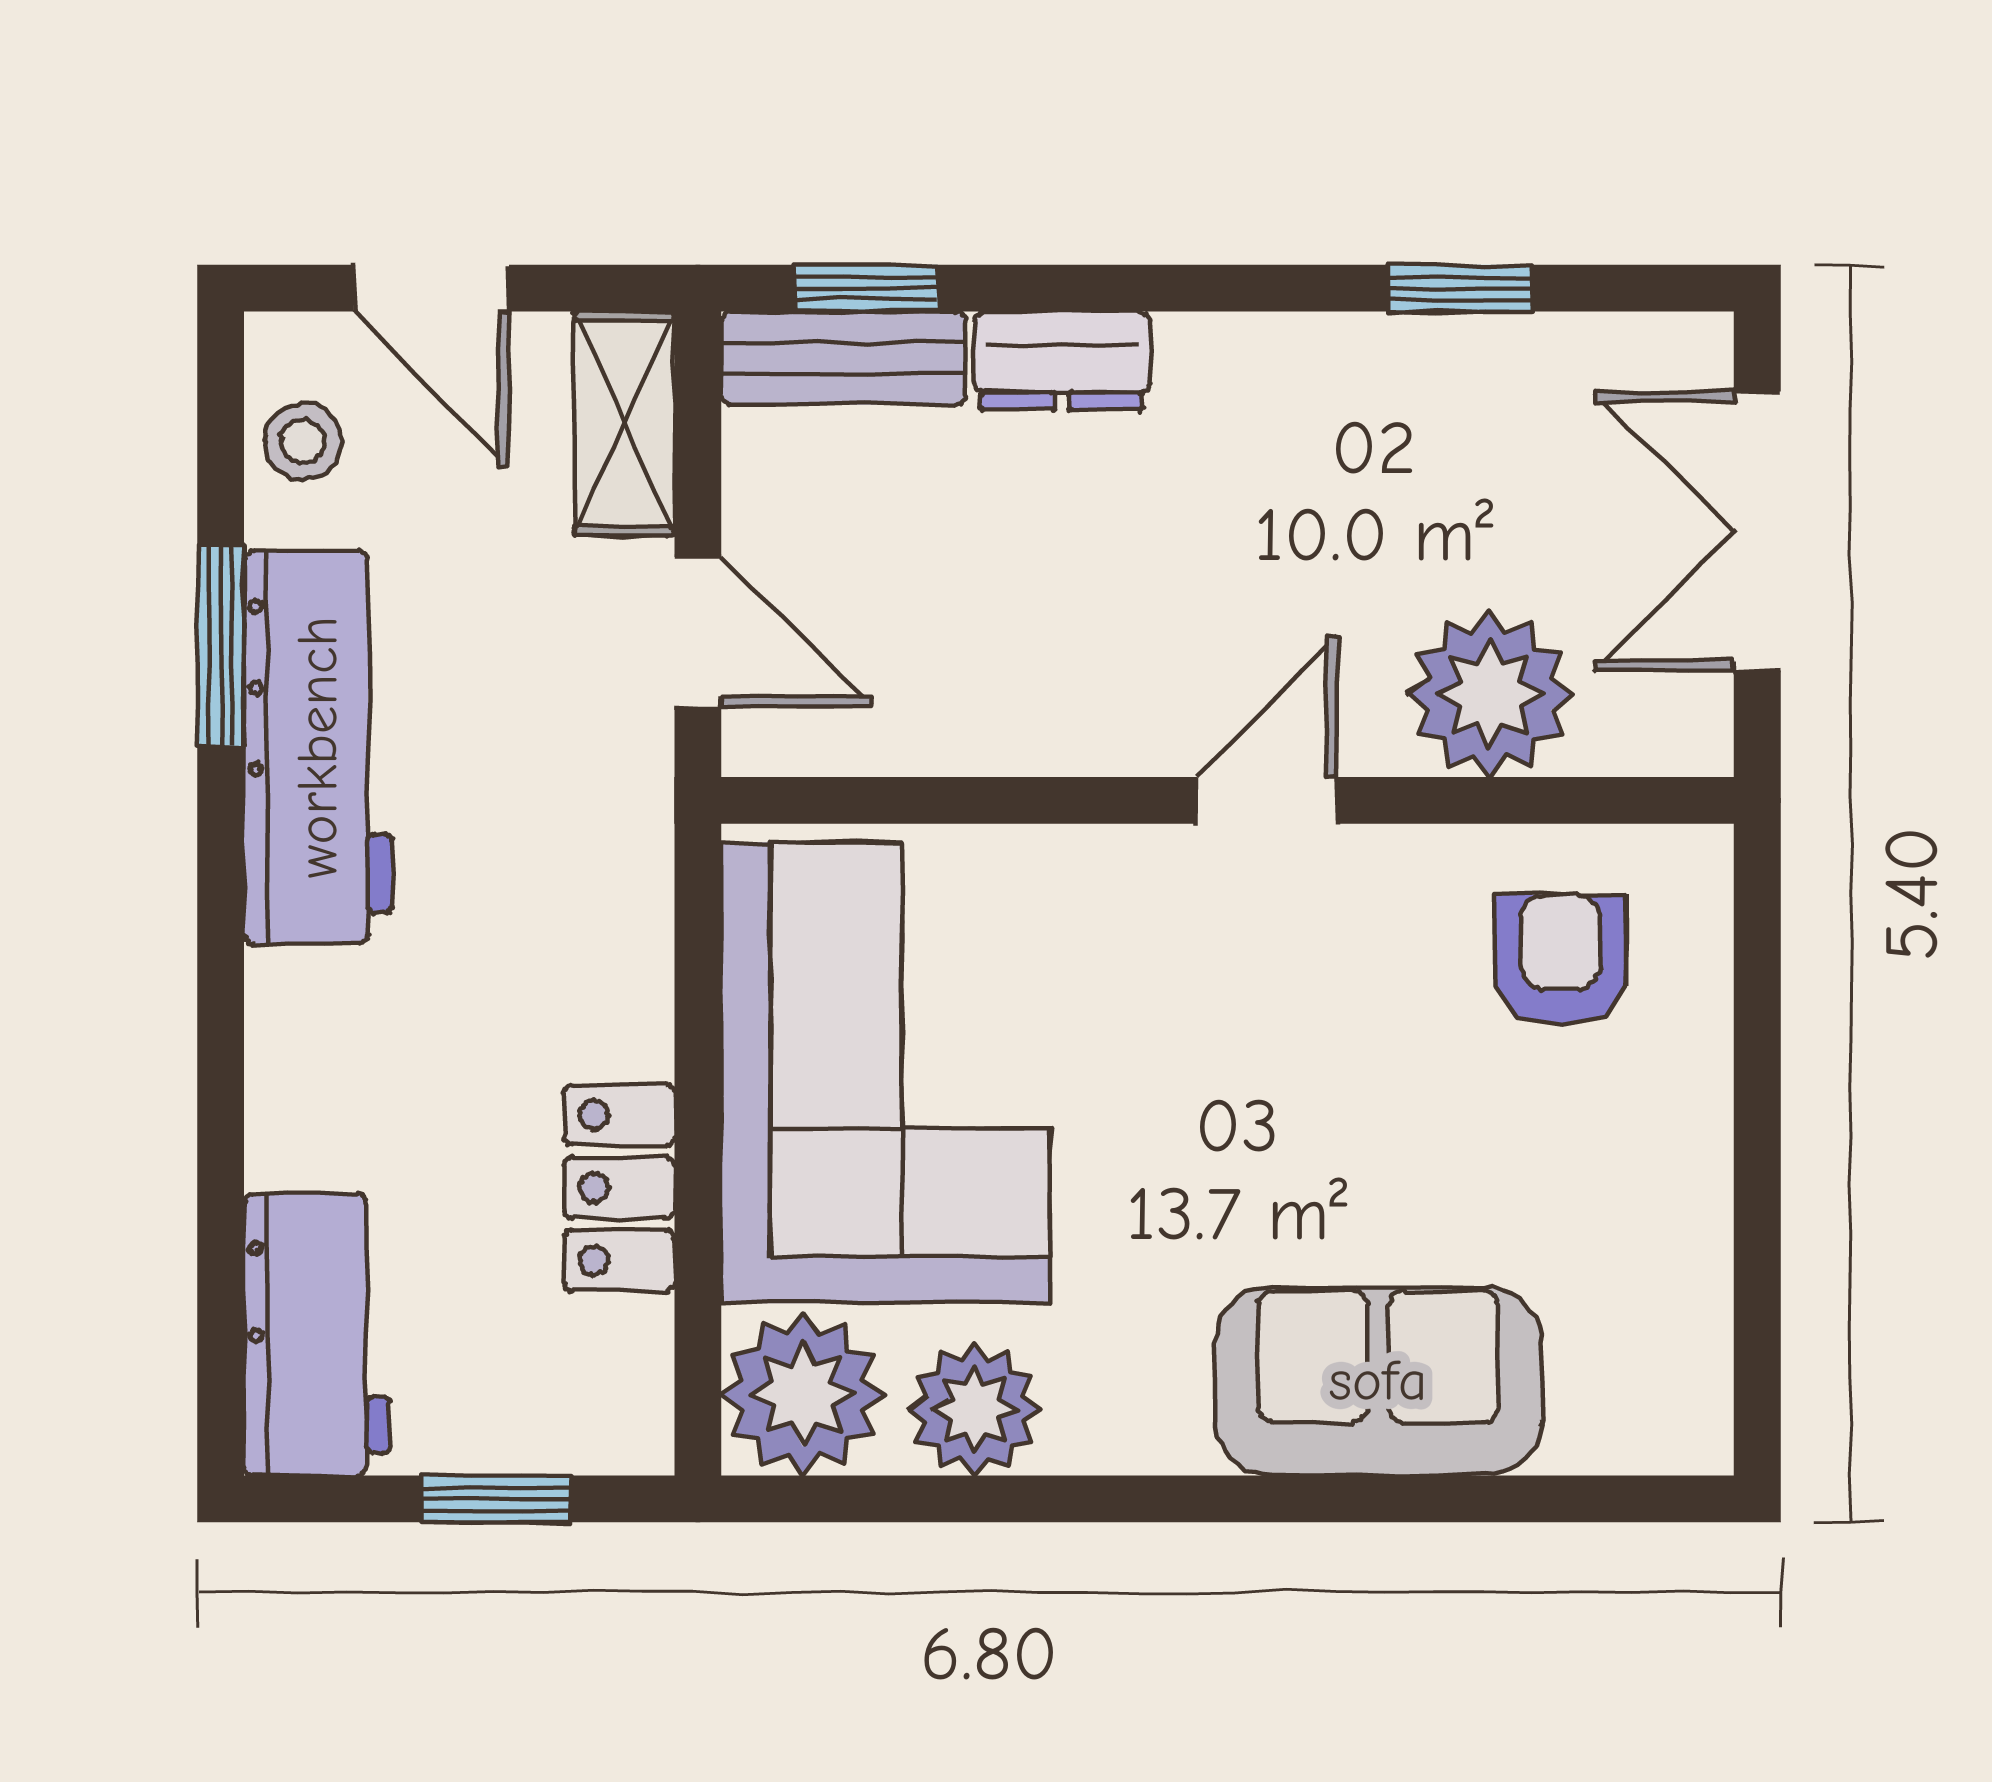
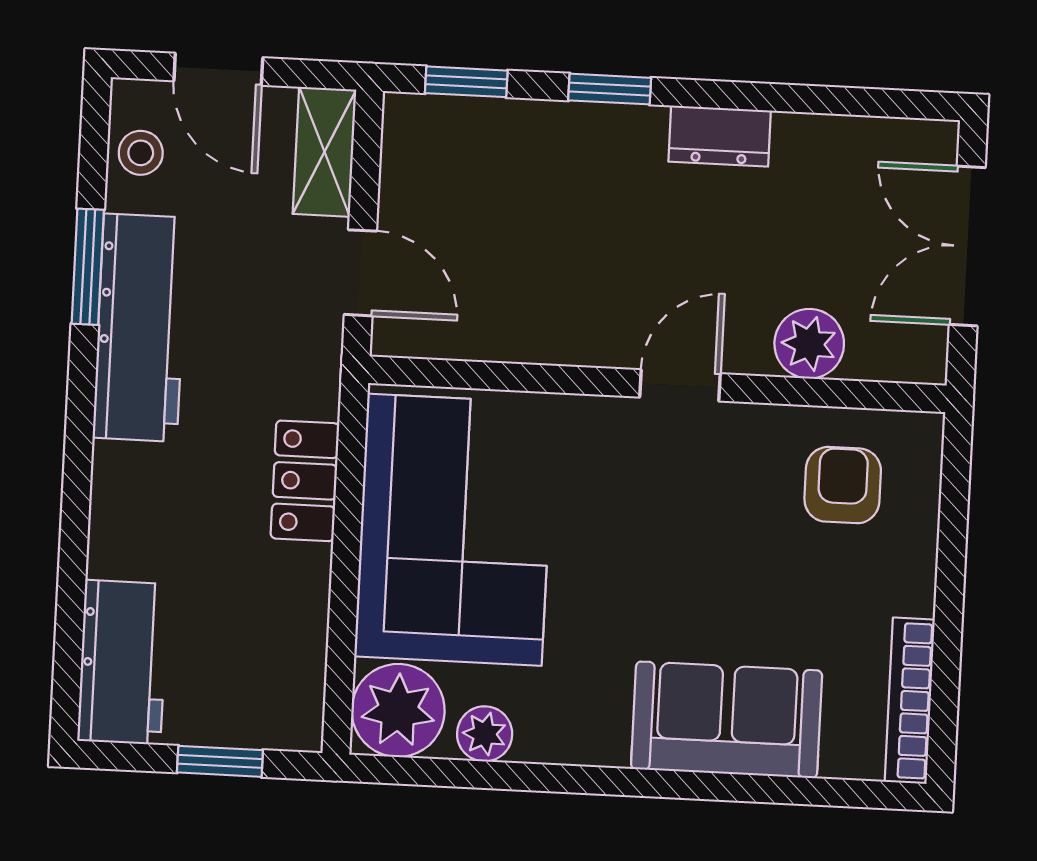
window: (1460, 288) -> (610, 89), moved
bench: (843, 358) -> (451, 121), removed
dresser: (1062, 361) -> (720, 136), moved
plant: (1489, 694) -> (809, 344), width x0.73, depth x0.73
locker: (619, 1188) -> (305, 481), moved
bookcase: (1697, 1332) -> (910, 701), added
plant: (974, 1409) -> (485, 734), width x0.73, depth x0.73

